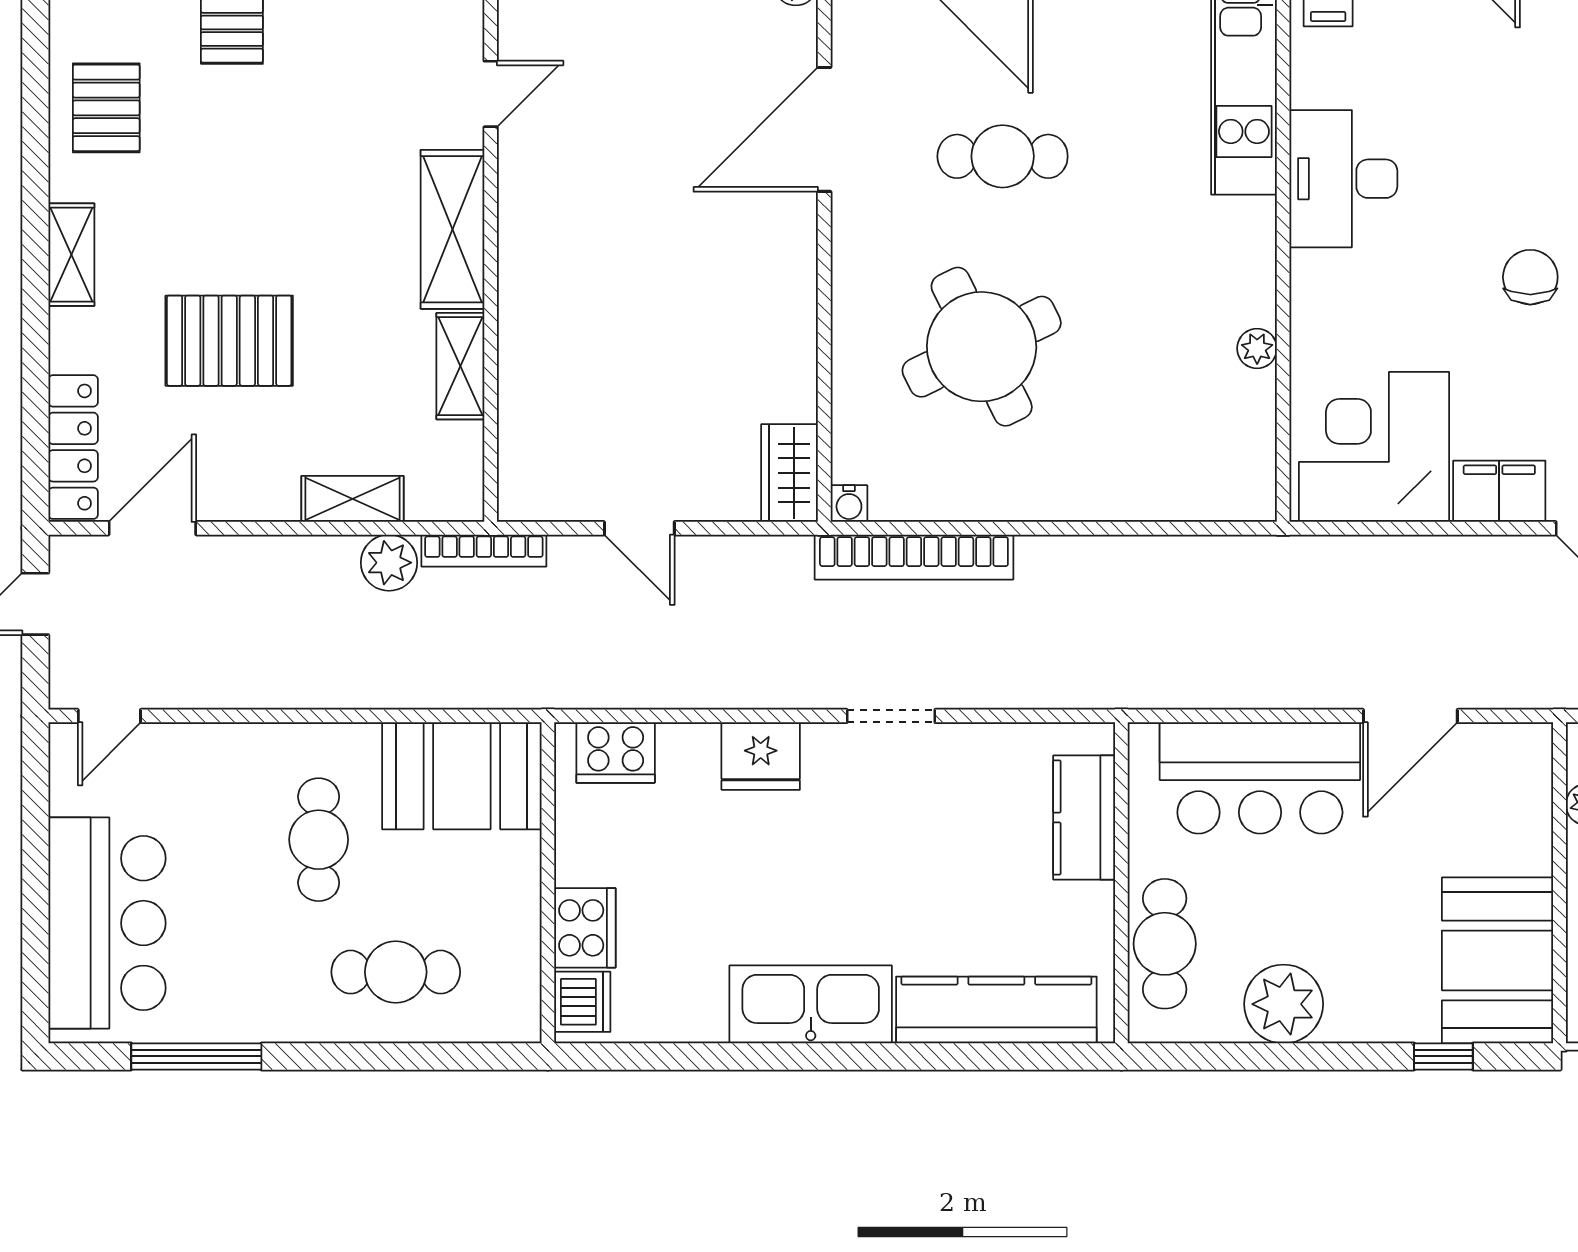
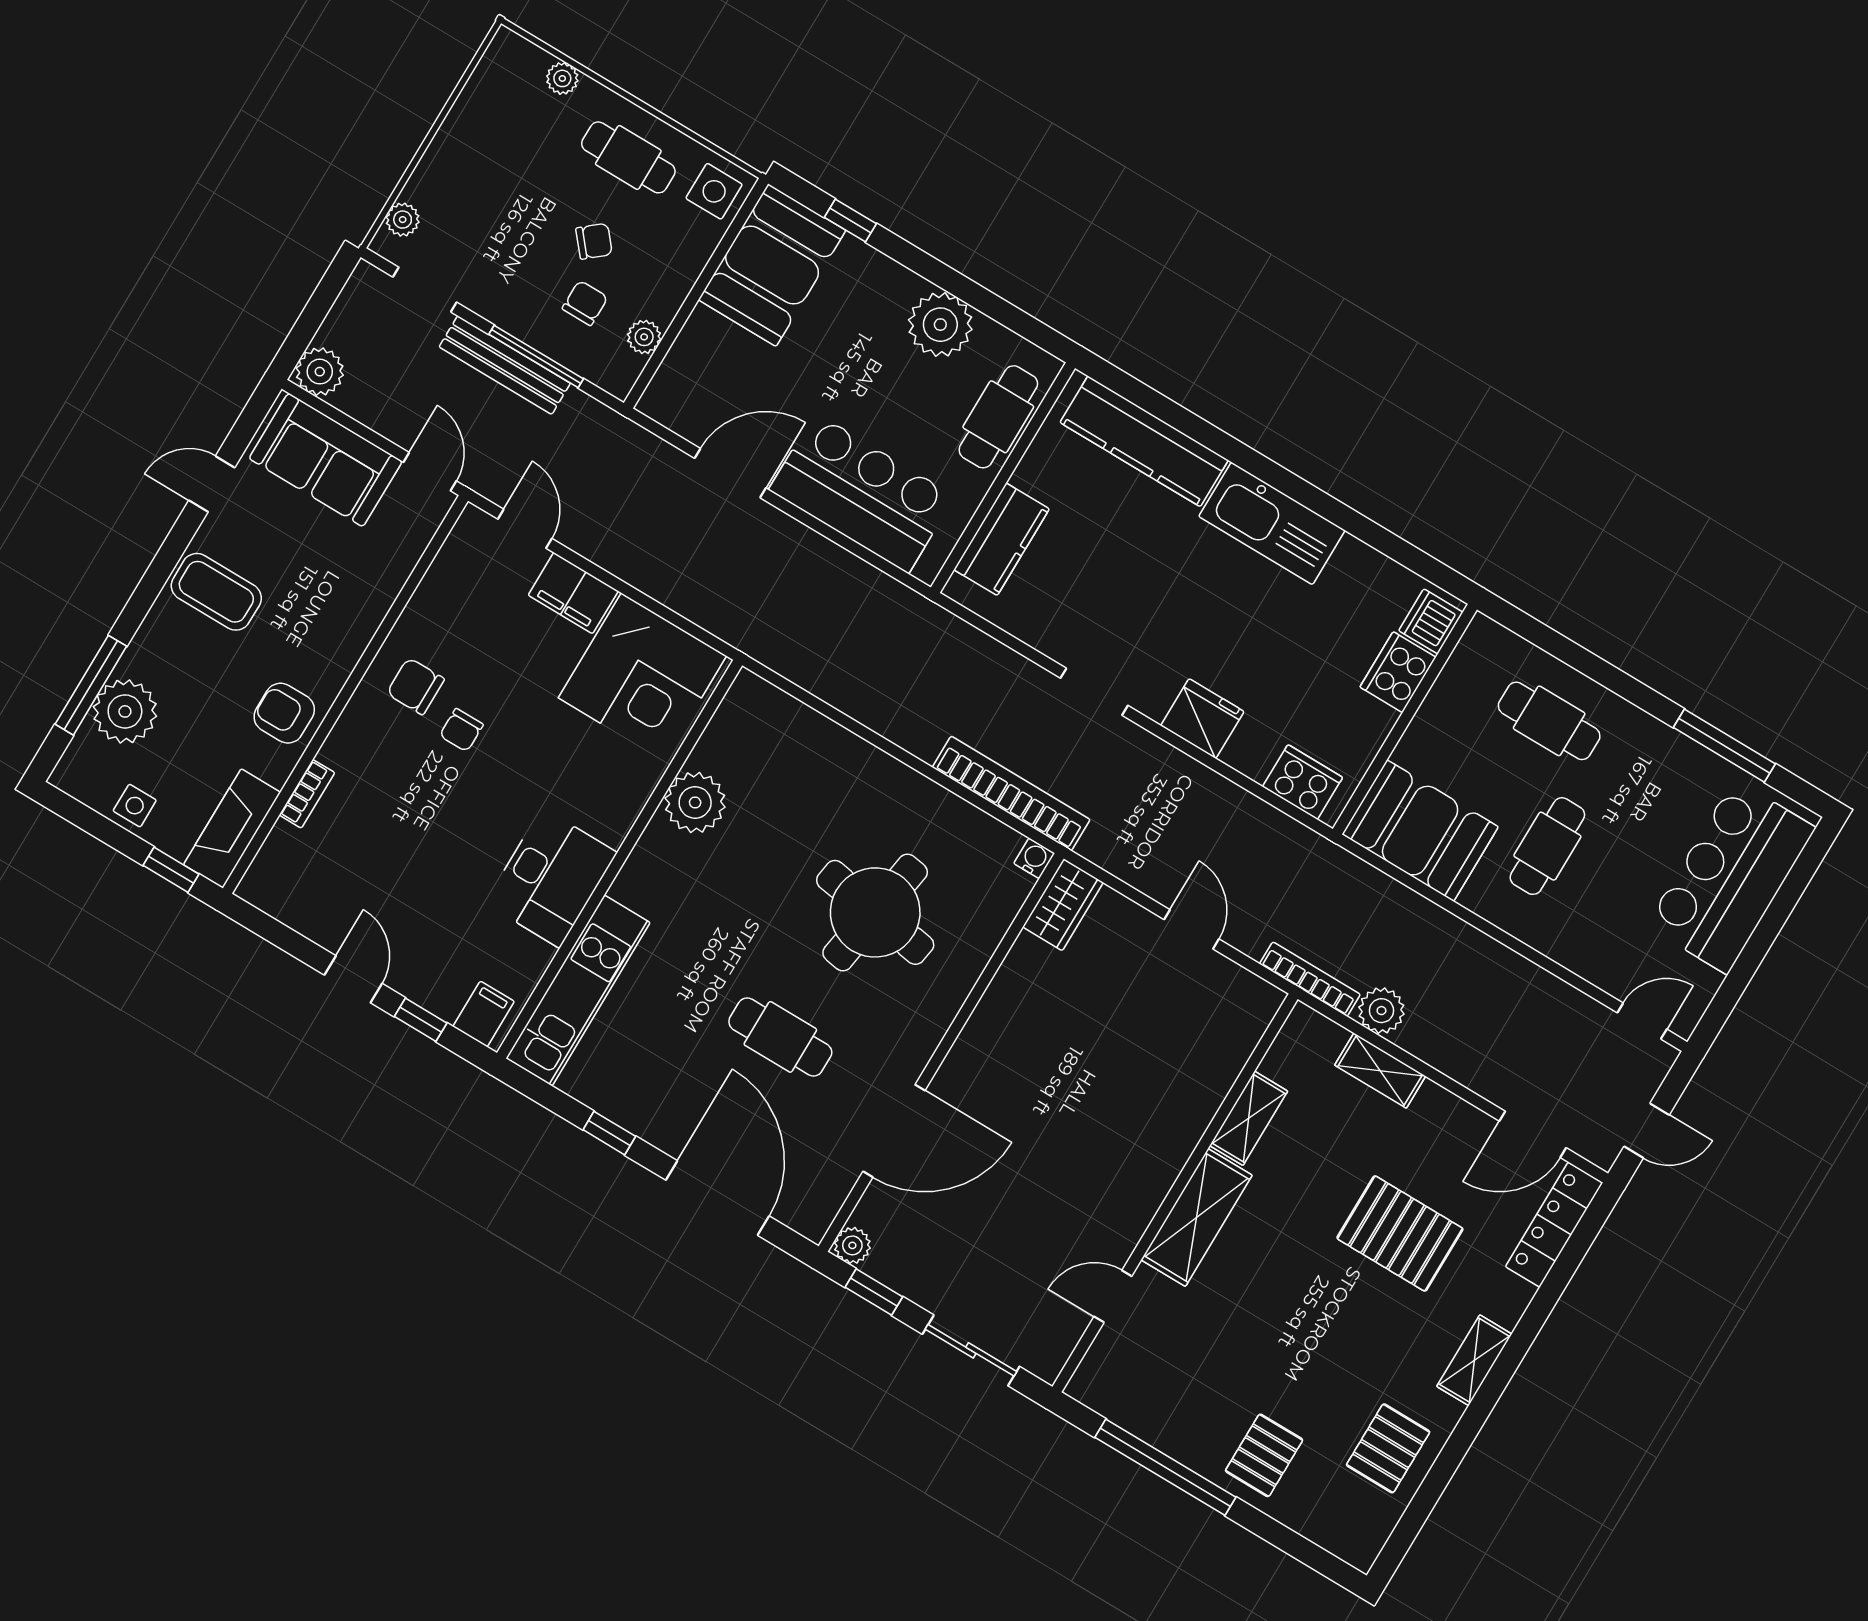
chair: (1530, 277) -> (461, 730), width x0.73, depth x0.73
round table: (982, 347) -> (875, 912), turned 35
plant: (1257, 348) -> (695, 803), width x1.88, depth x1.88

